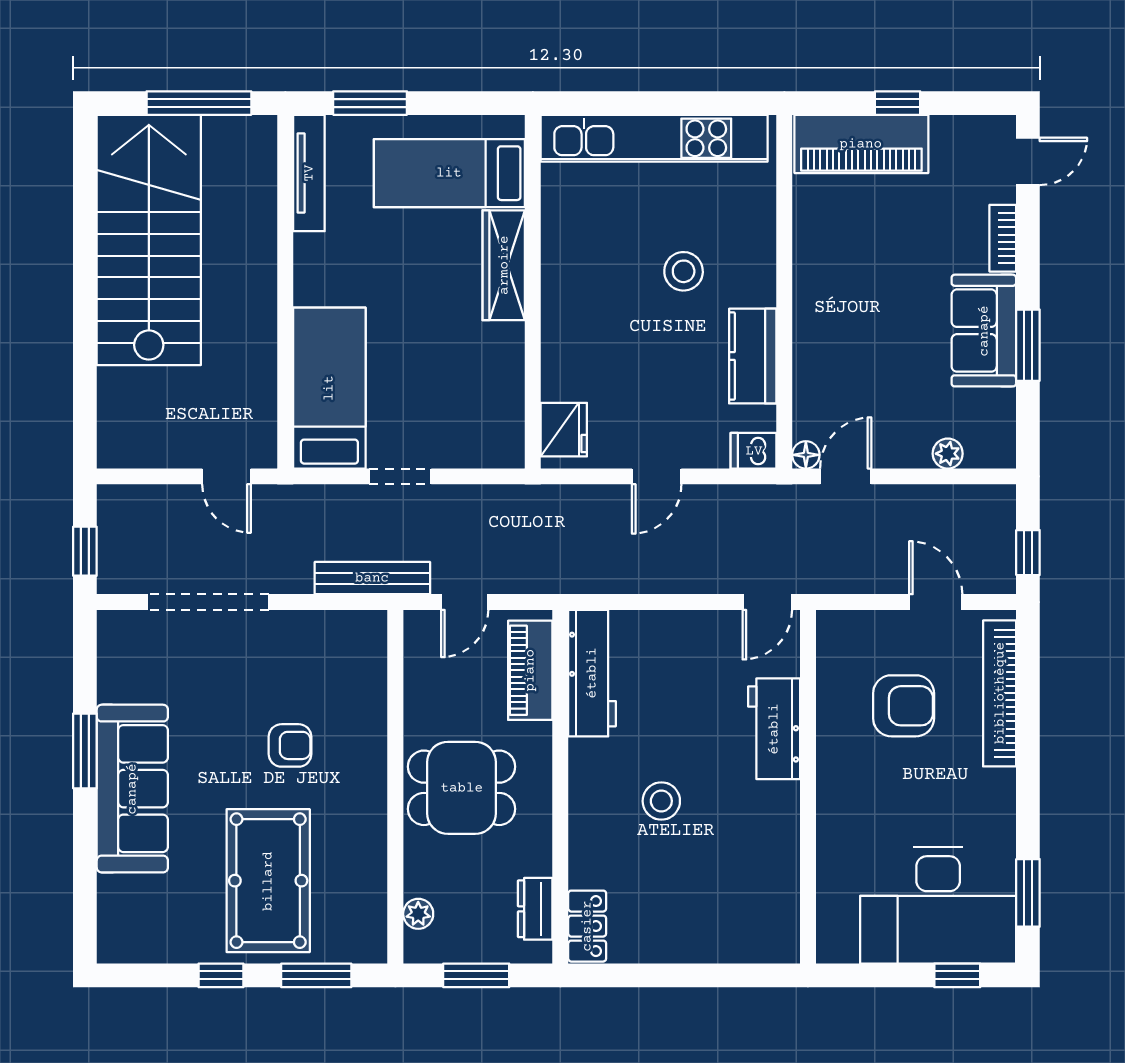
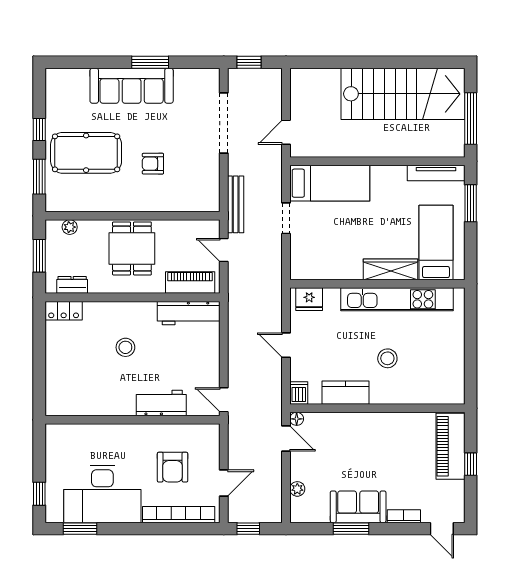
kitchen unit: (654, 138) -> (397, 299), moved, turned -90
armchair: (290, 745) -> (153, 164), turned 90
desk: (938, 905) -> (102, 494), moved, turned -90

